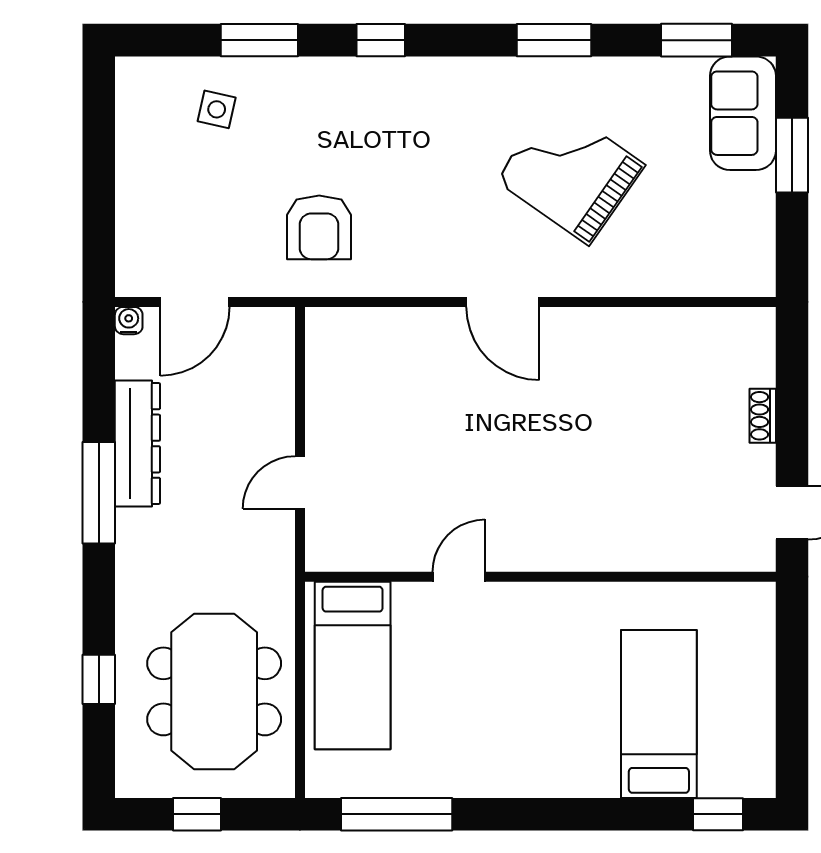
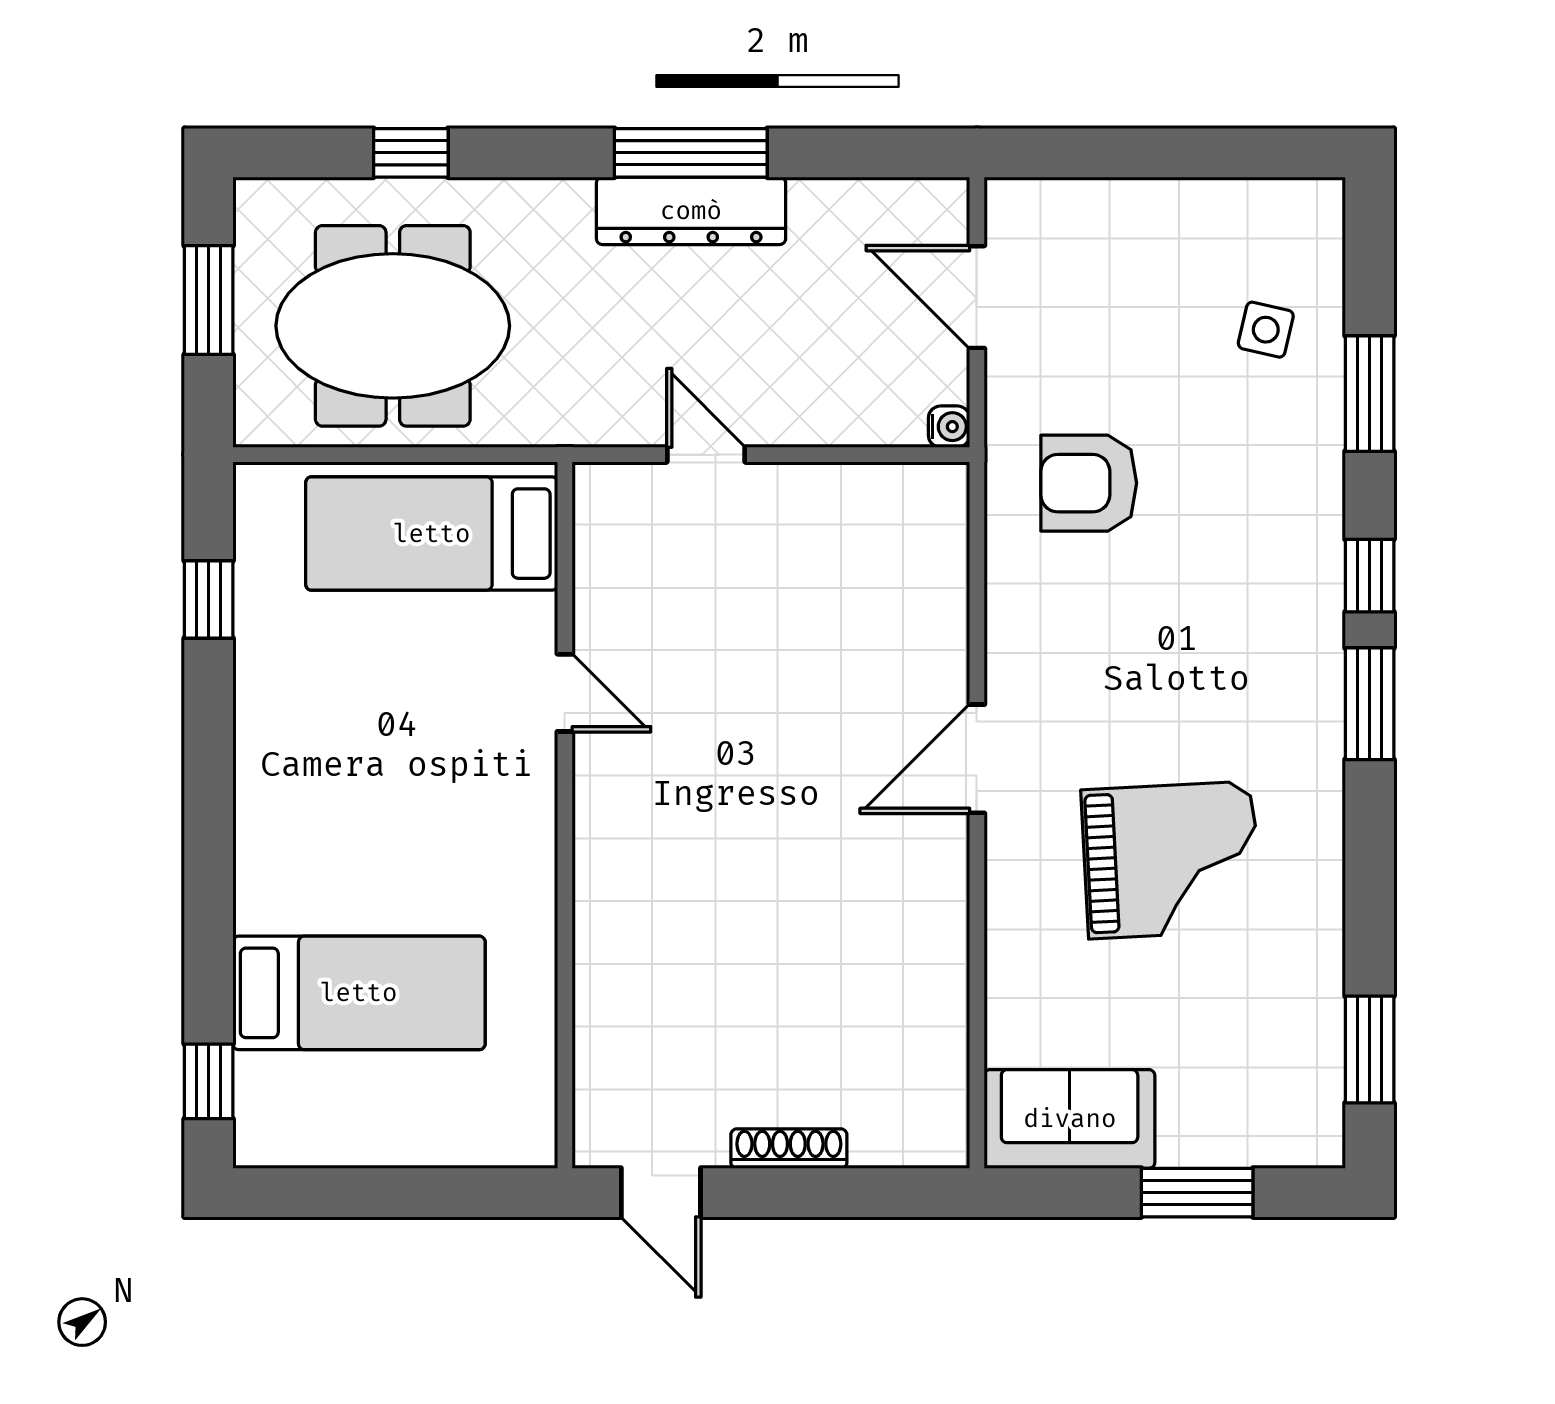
window: (554, 40) -> (1370, 704), moved
sofa: (743, 113) -> (1070, 1119), moved
grand piano: (570, 173) -> (1171, 860), turned 52
water cooler: (129, 321) -> (949, 427), moved
shoe rack: (763, 416) -> (789, 1149), width x1.43
dresser: (137, 444) -> (691, 211), moved
window: (197, 814) -> (209, 300), width x1.50
window: (397, 814) -> (209, 599), width x0.46

